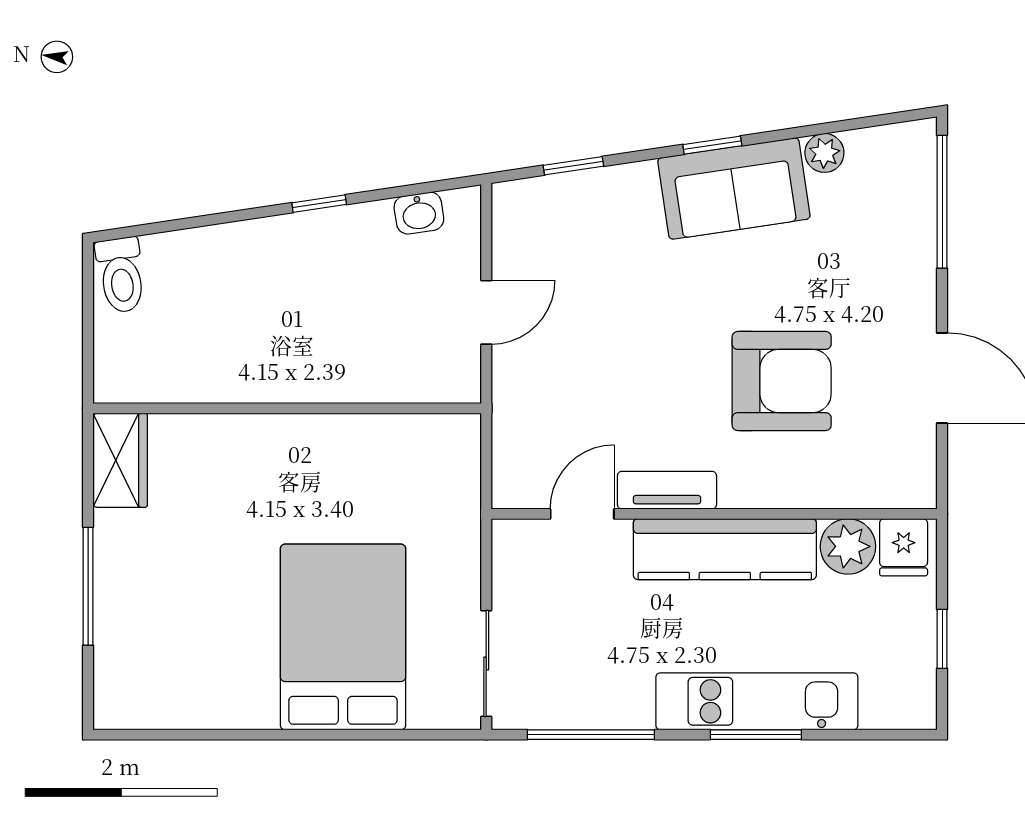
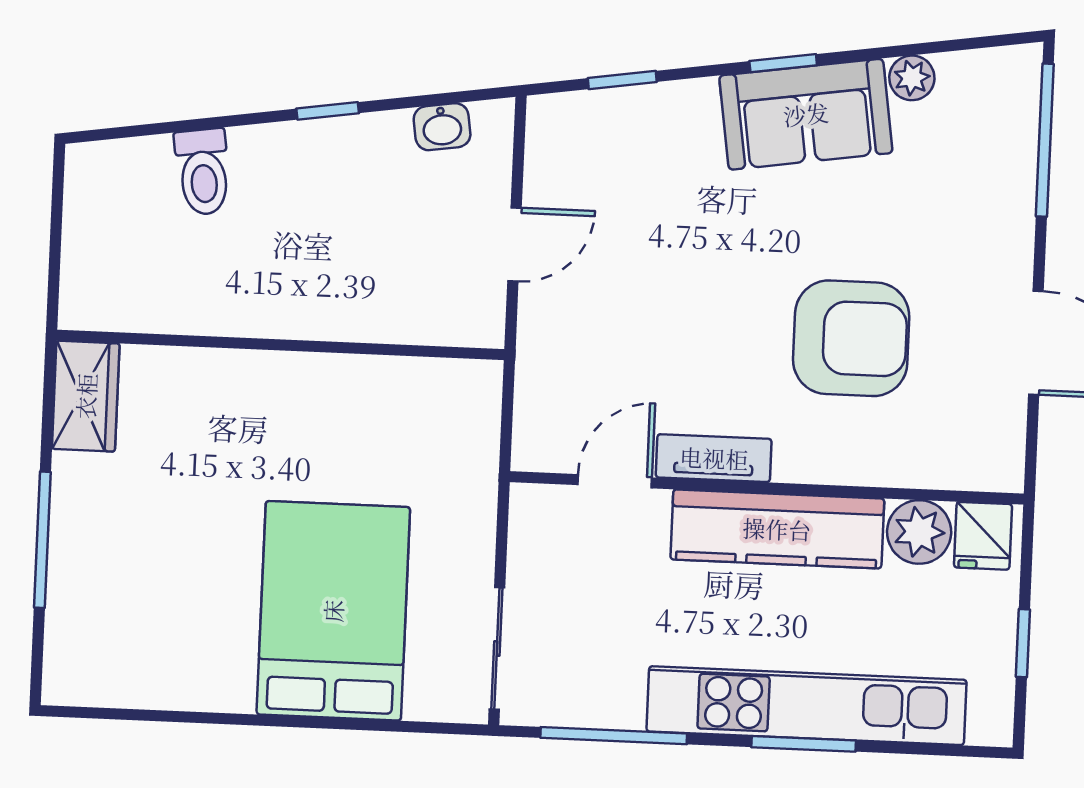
toilet: (121, 275) -> (203, 172), moved
kitchen unit: (757, 701) -> (807, 706), width x1.36

